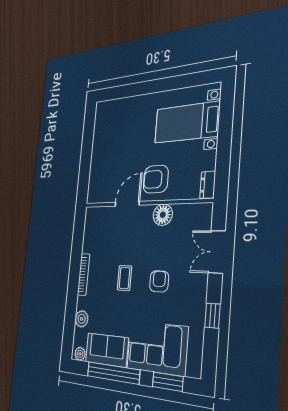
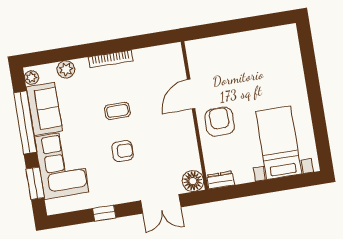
door: (127, 204) -> (191, 94), swing flipped
floor lamp: (163, 215) -> (193, 181), moved
double door: (217, 252) -> (161, 204), swing flipped

